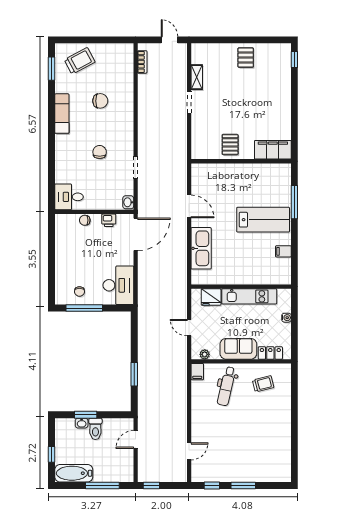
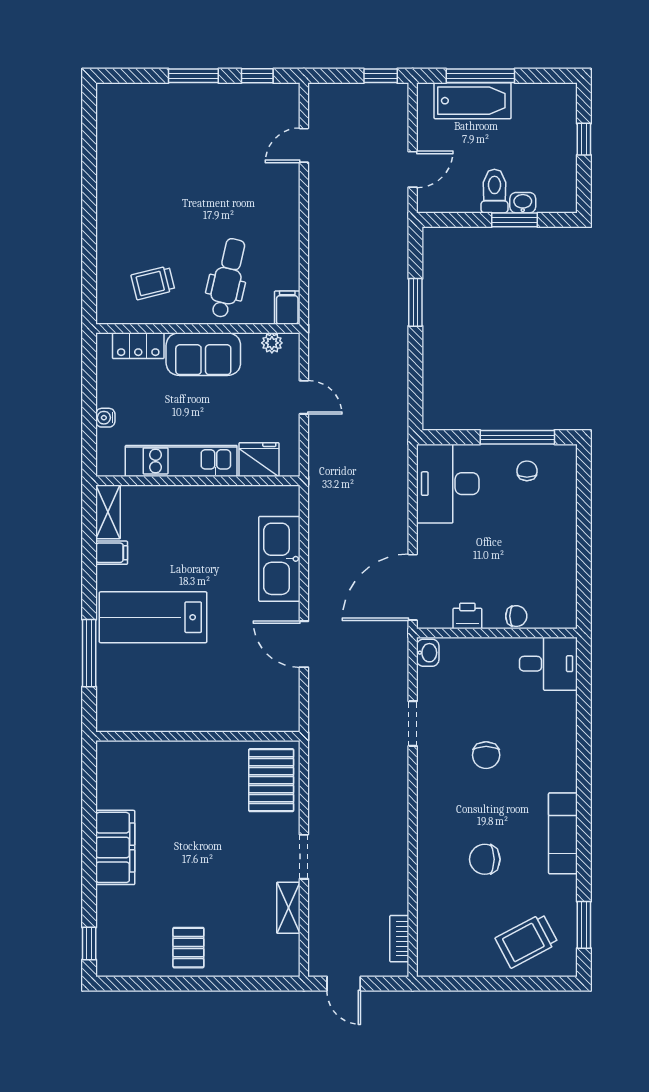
pallet: (230, 144) -> (271, 780), moved, width x1.50, depth x1.42
filing cabinet: (273, 150) -> (115, 847), moved, turned -90
shelving: (285, 271) -> (108, 512), added
bathtub: (74, 473) -> (473, 101), moved

